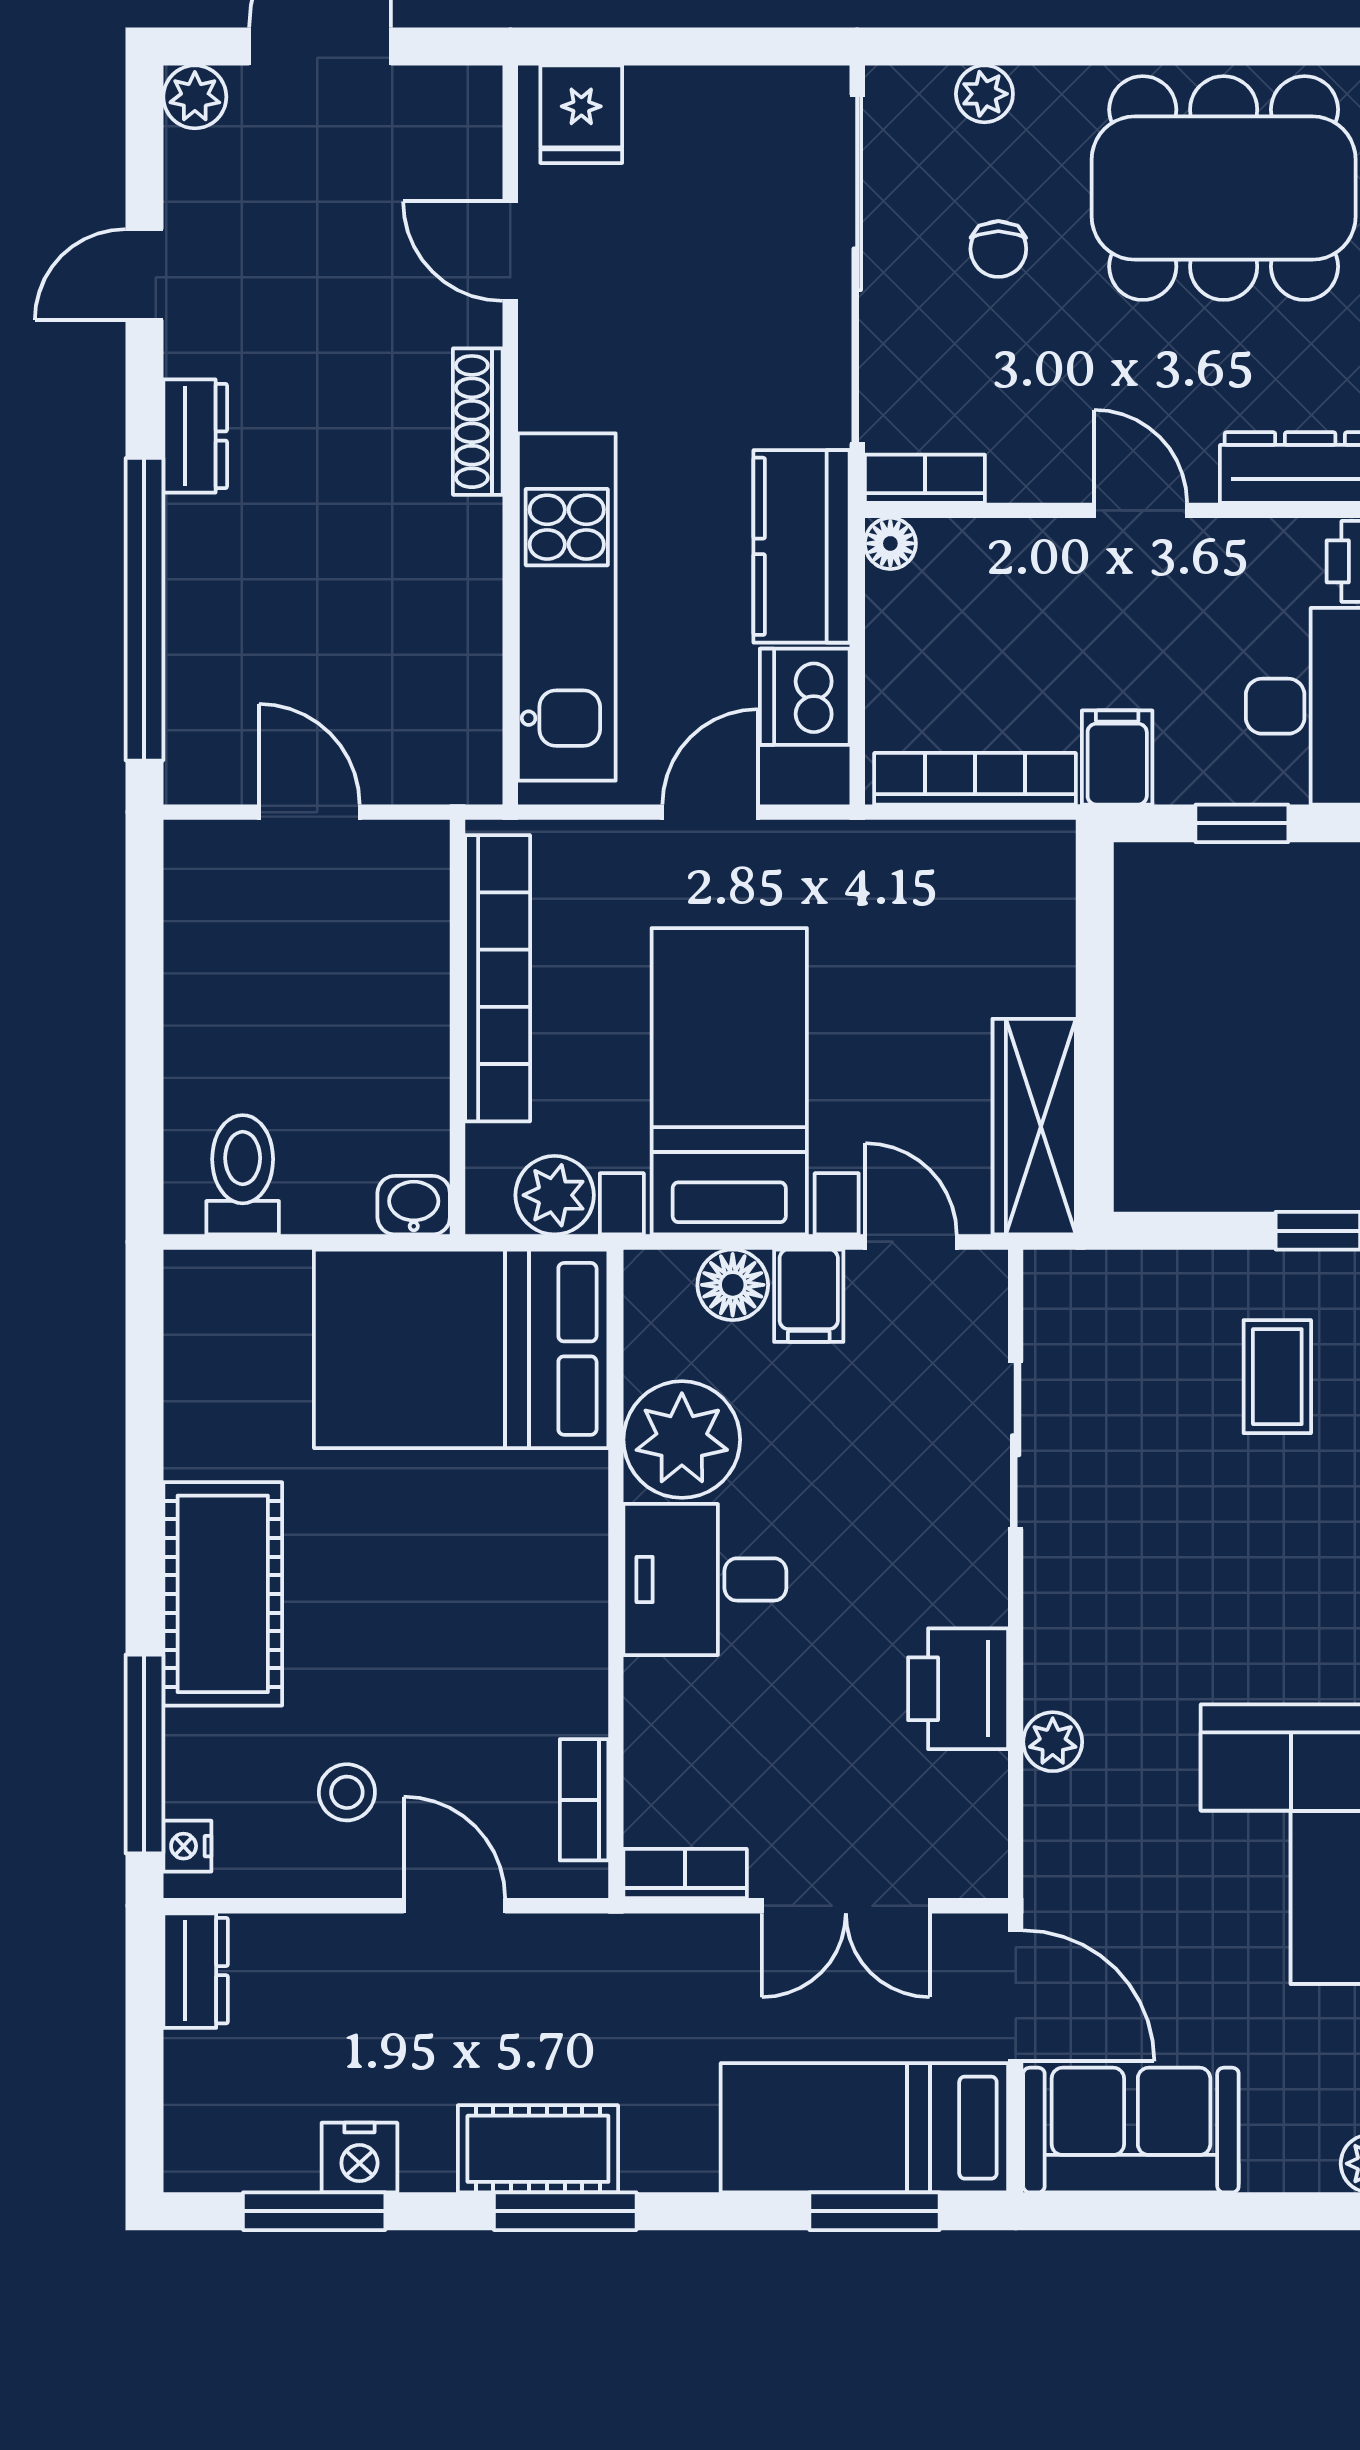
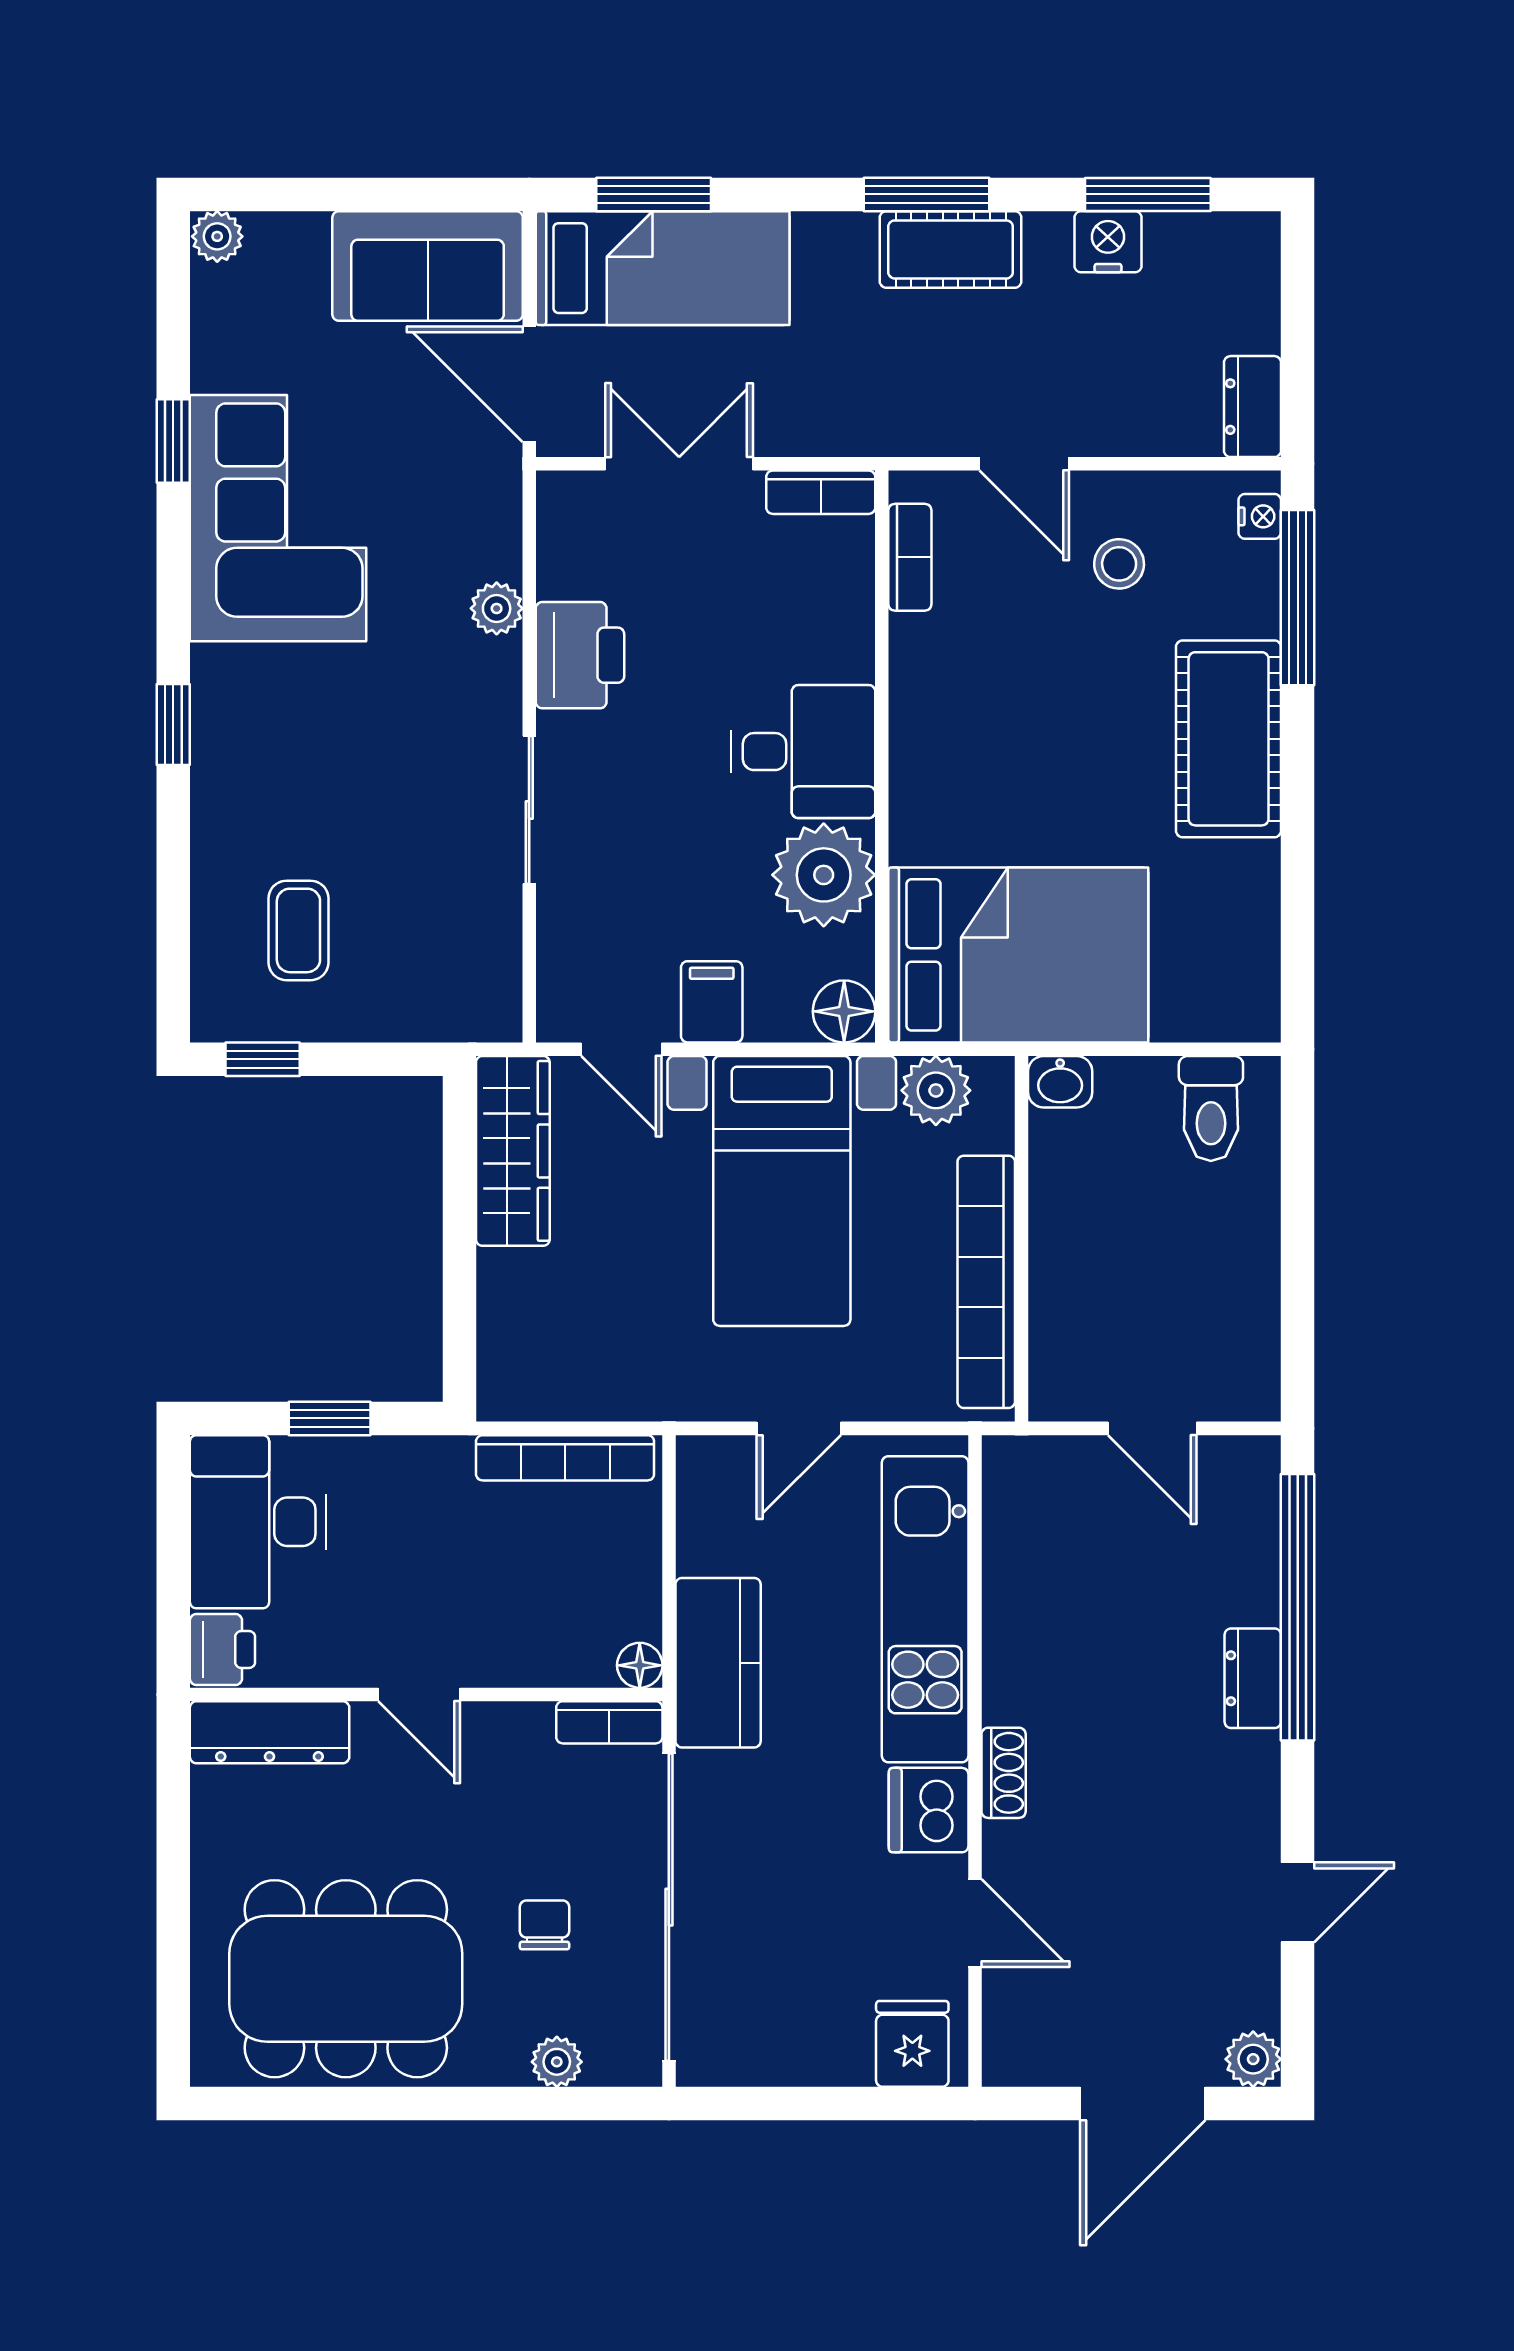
shoe rack: (478, 422) -> (1004, 1773), width x0.70
dresser: (195, 436) -> (1253, 1678), moved
dishwasher: (805, 697) -> (929, 1810), moved, turned 180
filing cabinet: (1117, 757) -> (440, 1477), removed
floor lamp: (733, 1285) -> (844, 1011), moved
sliding door: (1016, 1445) -> (529, 810), moved

